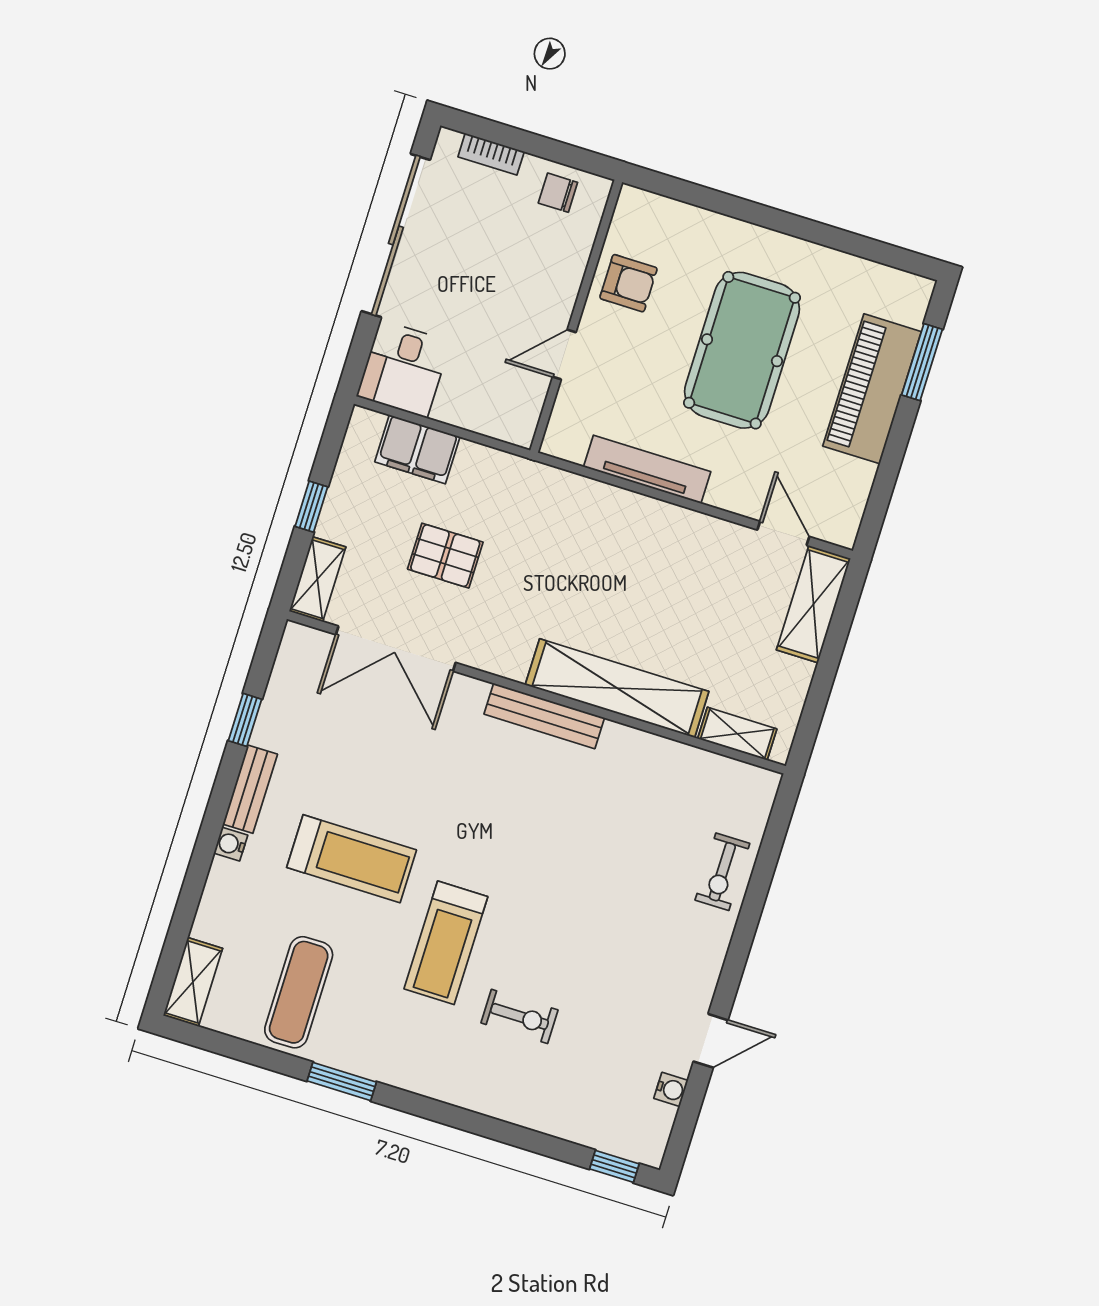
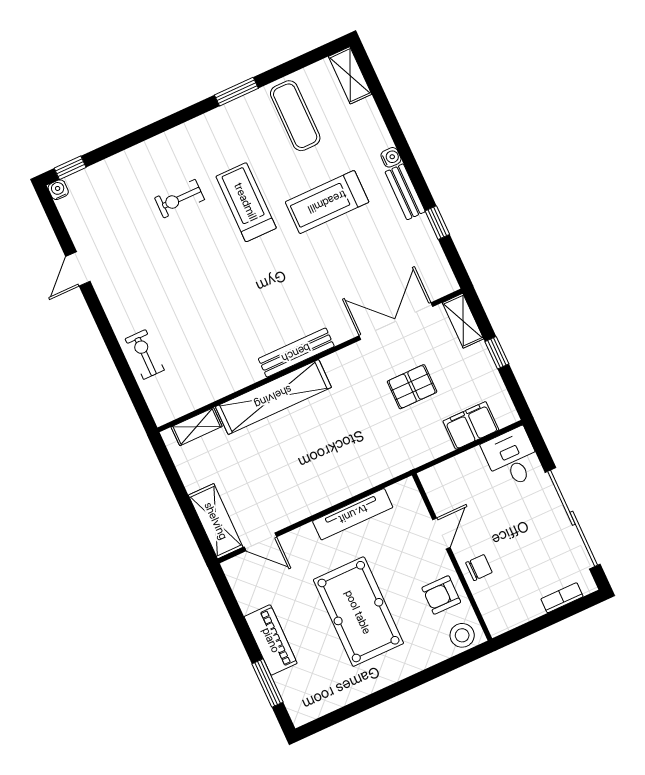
chair: (558, 193) -> (479, 568), moved
stool: (646, 215) -> (462, 635), added
piano: (872, 389) -> (271, 640), width x0.73, depth x0.75
water cooler: (671, 1089) -> (58, 190), moved, turned 90

